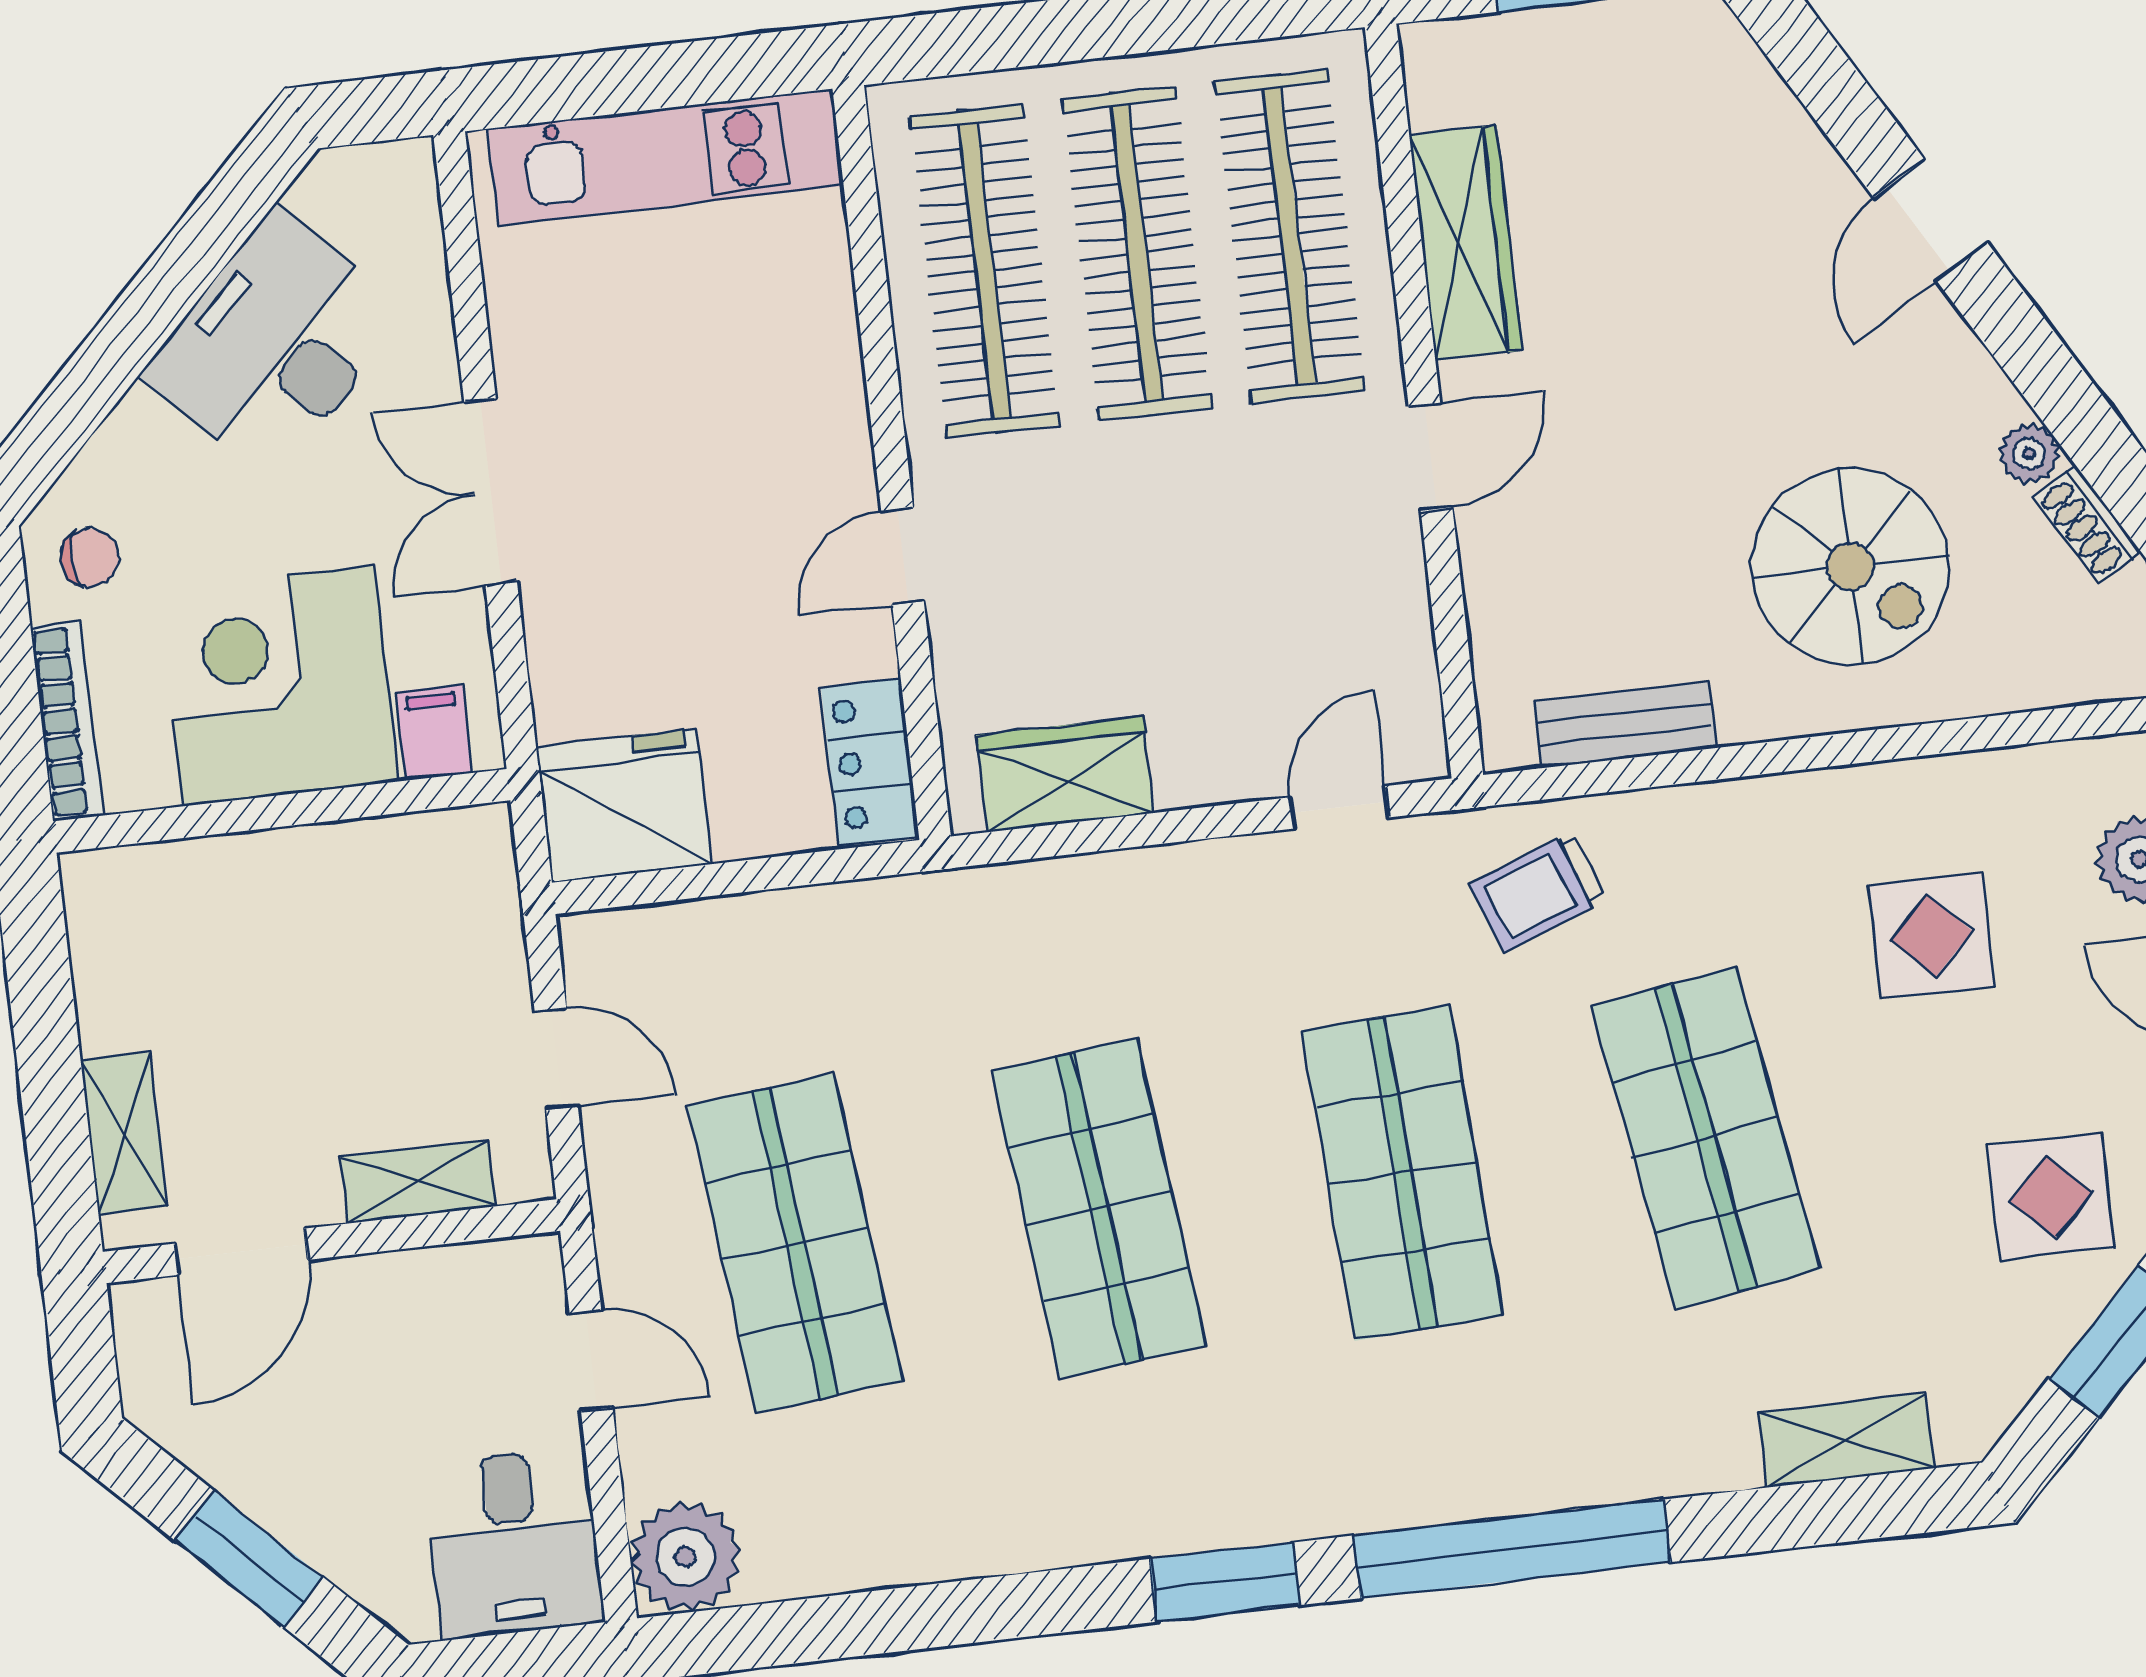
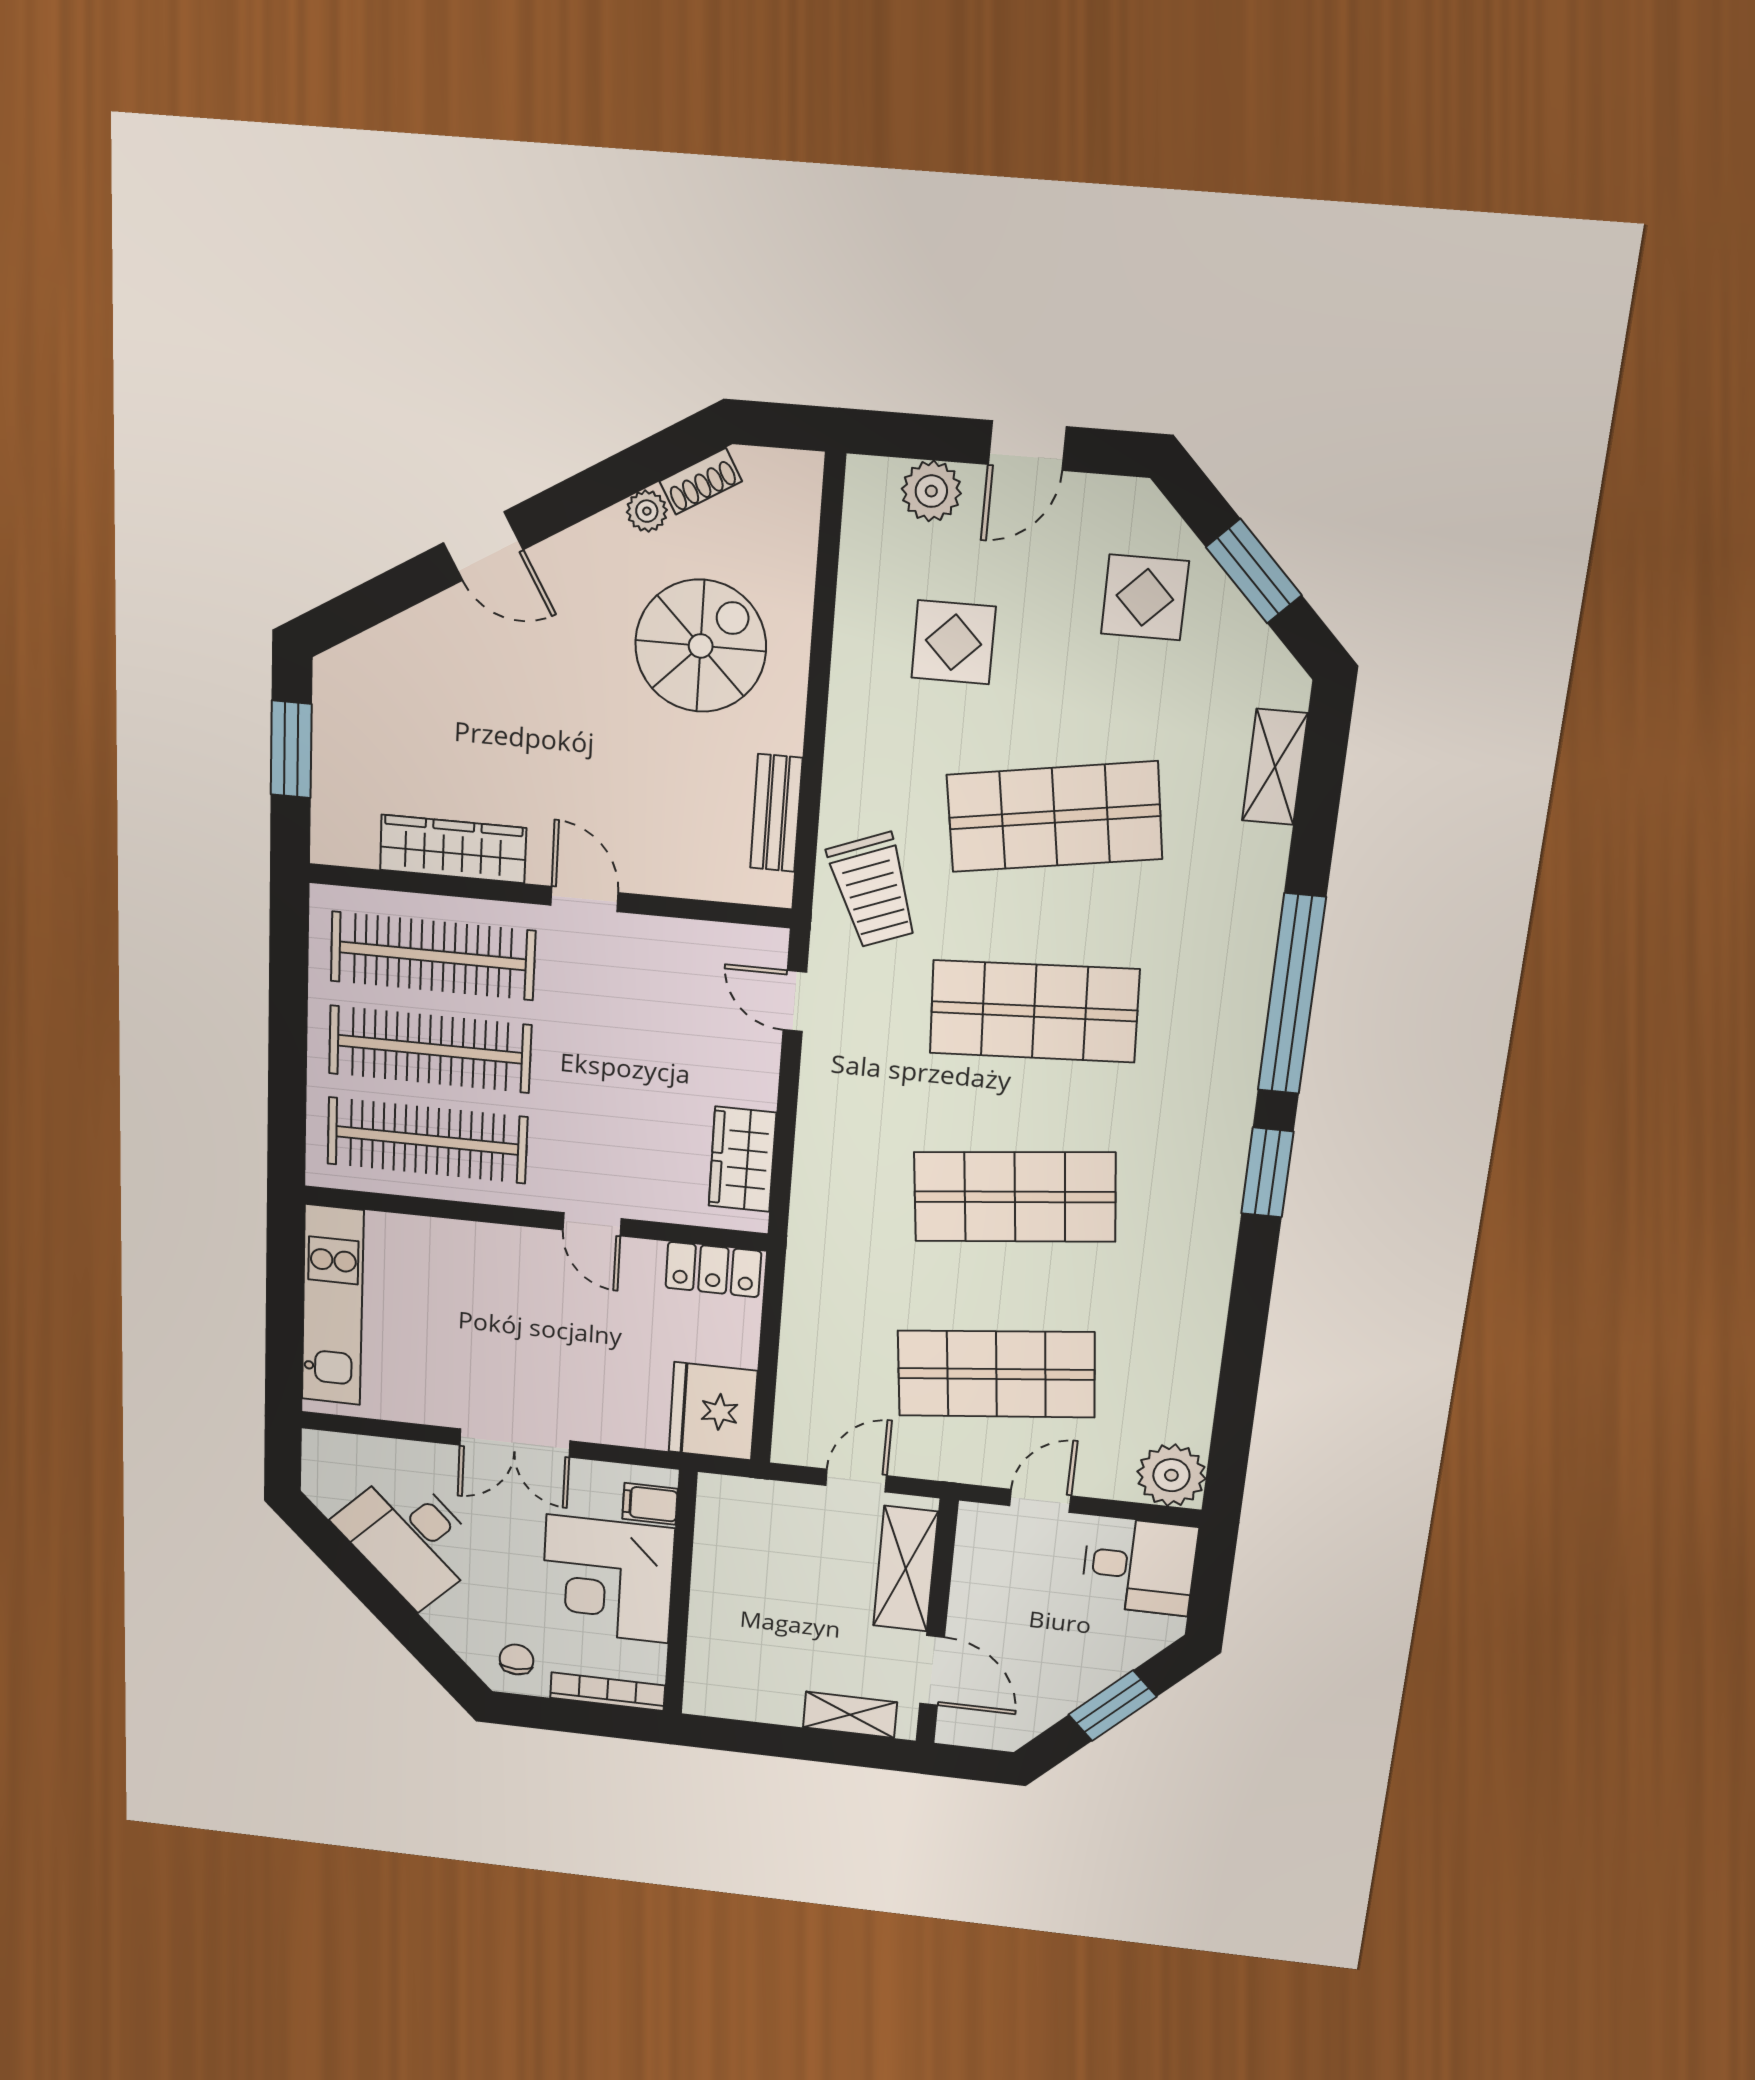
trolley: (1538, 892) -> (873, 890), width x1.36, depth x1.39
shelving: (418, 1182) -> (906, 1569), width x1.50, depth x1.33

